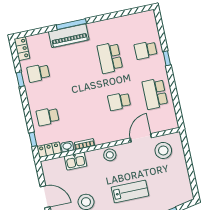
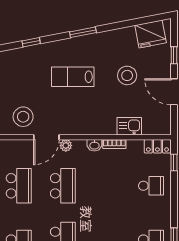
school desk: (119, 101) -> (63, 186), width x1.85
plant: (124, 135) -> (66, 145), added
washbasin: (67, 147) -> (94, 145), moved
stool: (110, 155) -> (87, 125), removed

